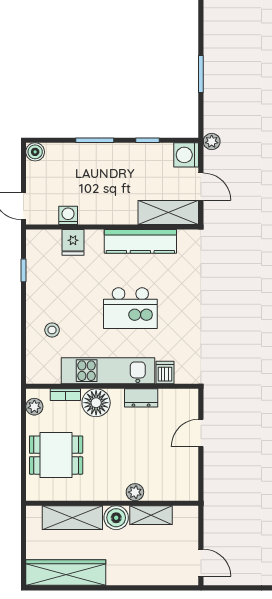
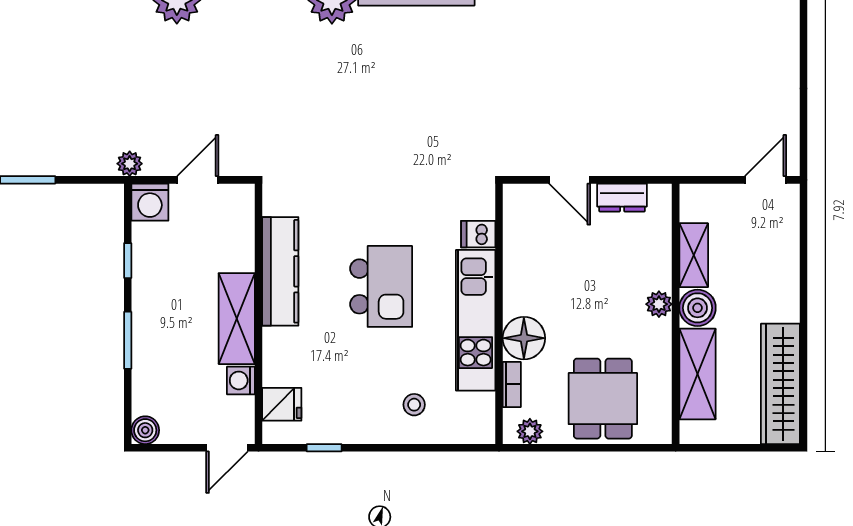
shelving: (168, 212) -> (237, 319), moved
fridge: (73, 242) -> (282, 404), moved
dresser: (141, 398) -> (622, 198), moved, turned 90
plant: (135, 492) -> (659, 304), moved

